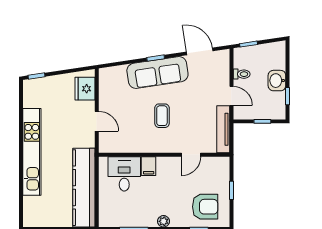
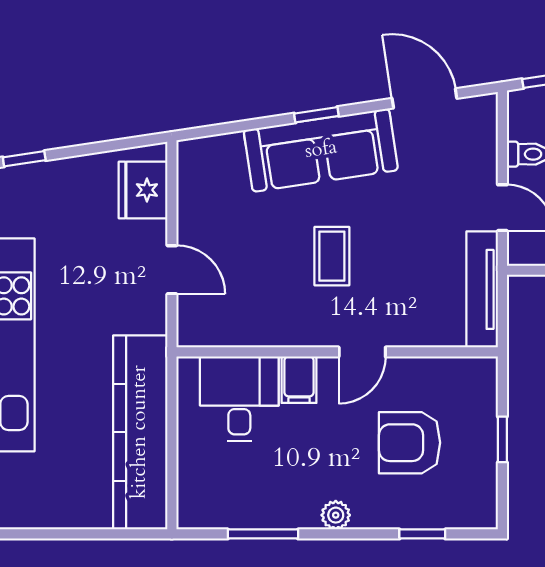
door: (191, 155) -> (362, 352), moved
armchair: (205, 207) -> (410, 443), moved, turned 180

